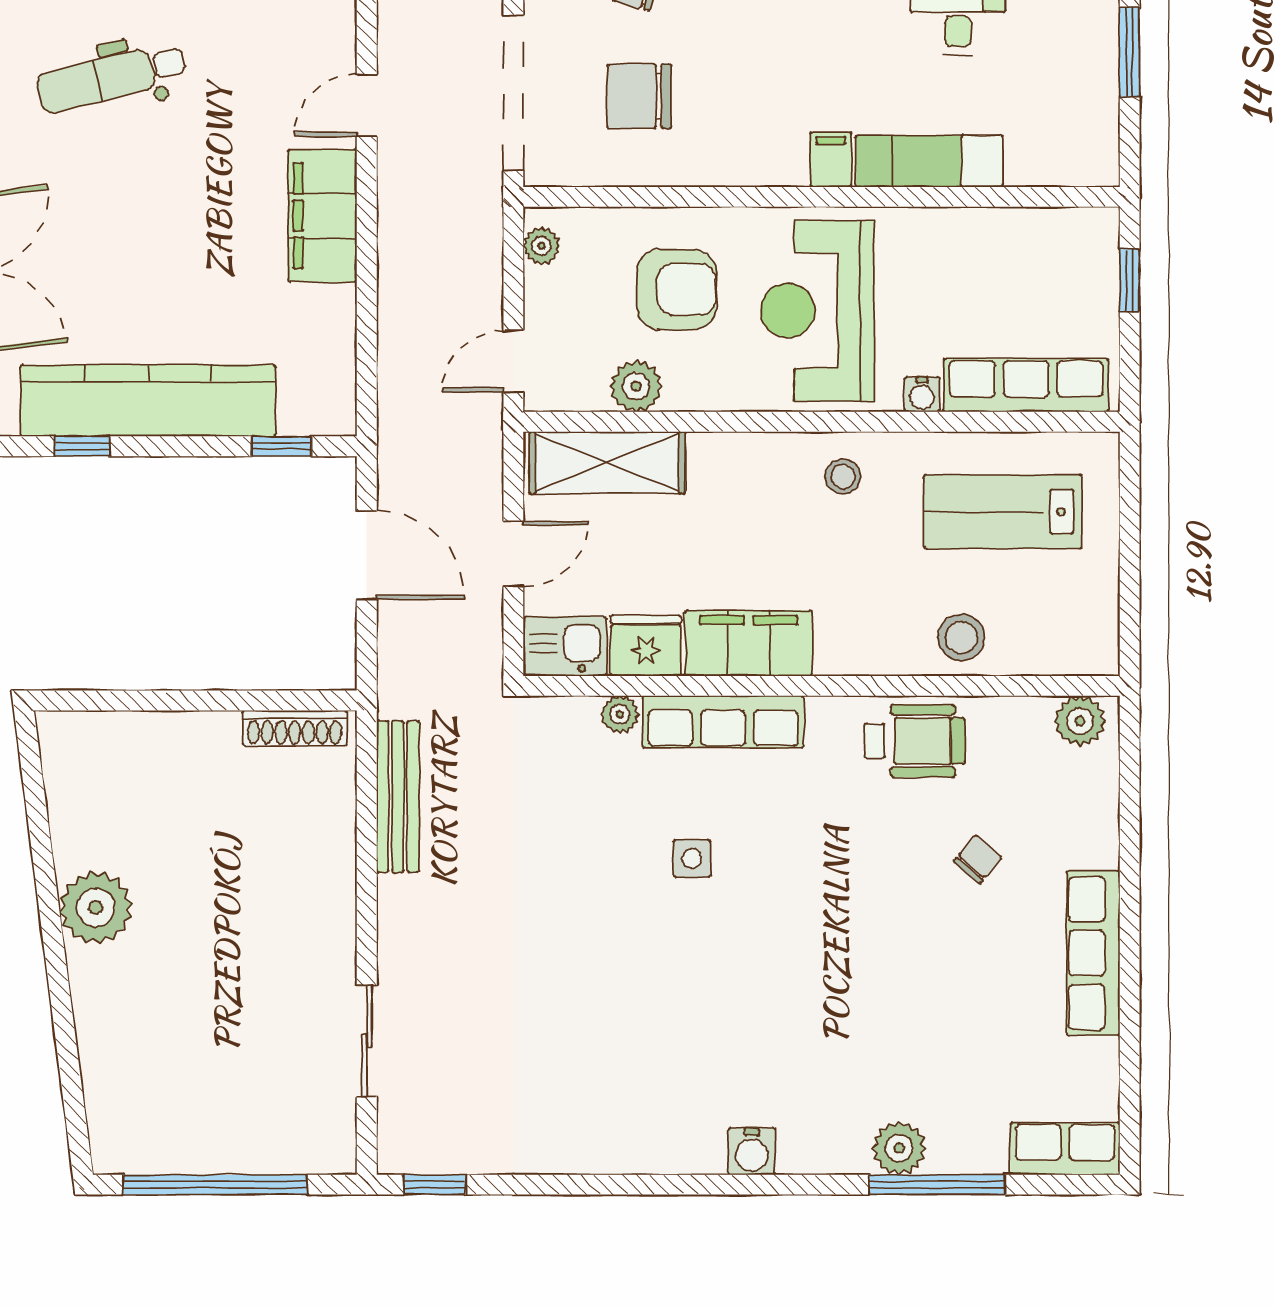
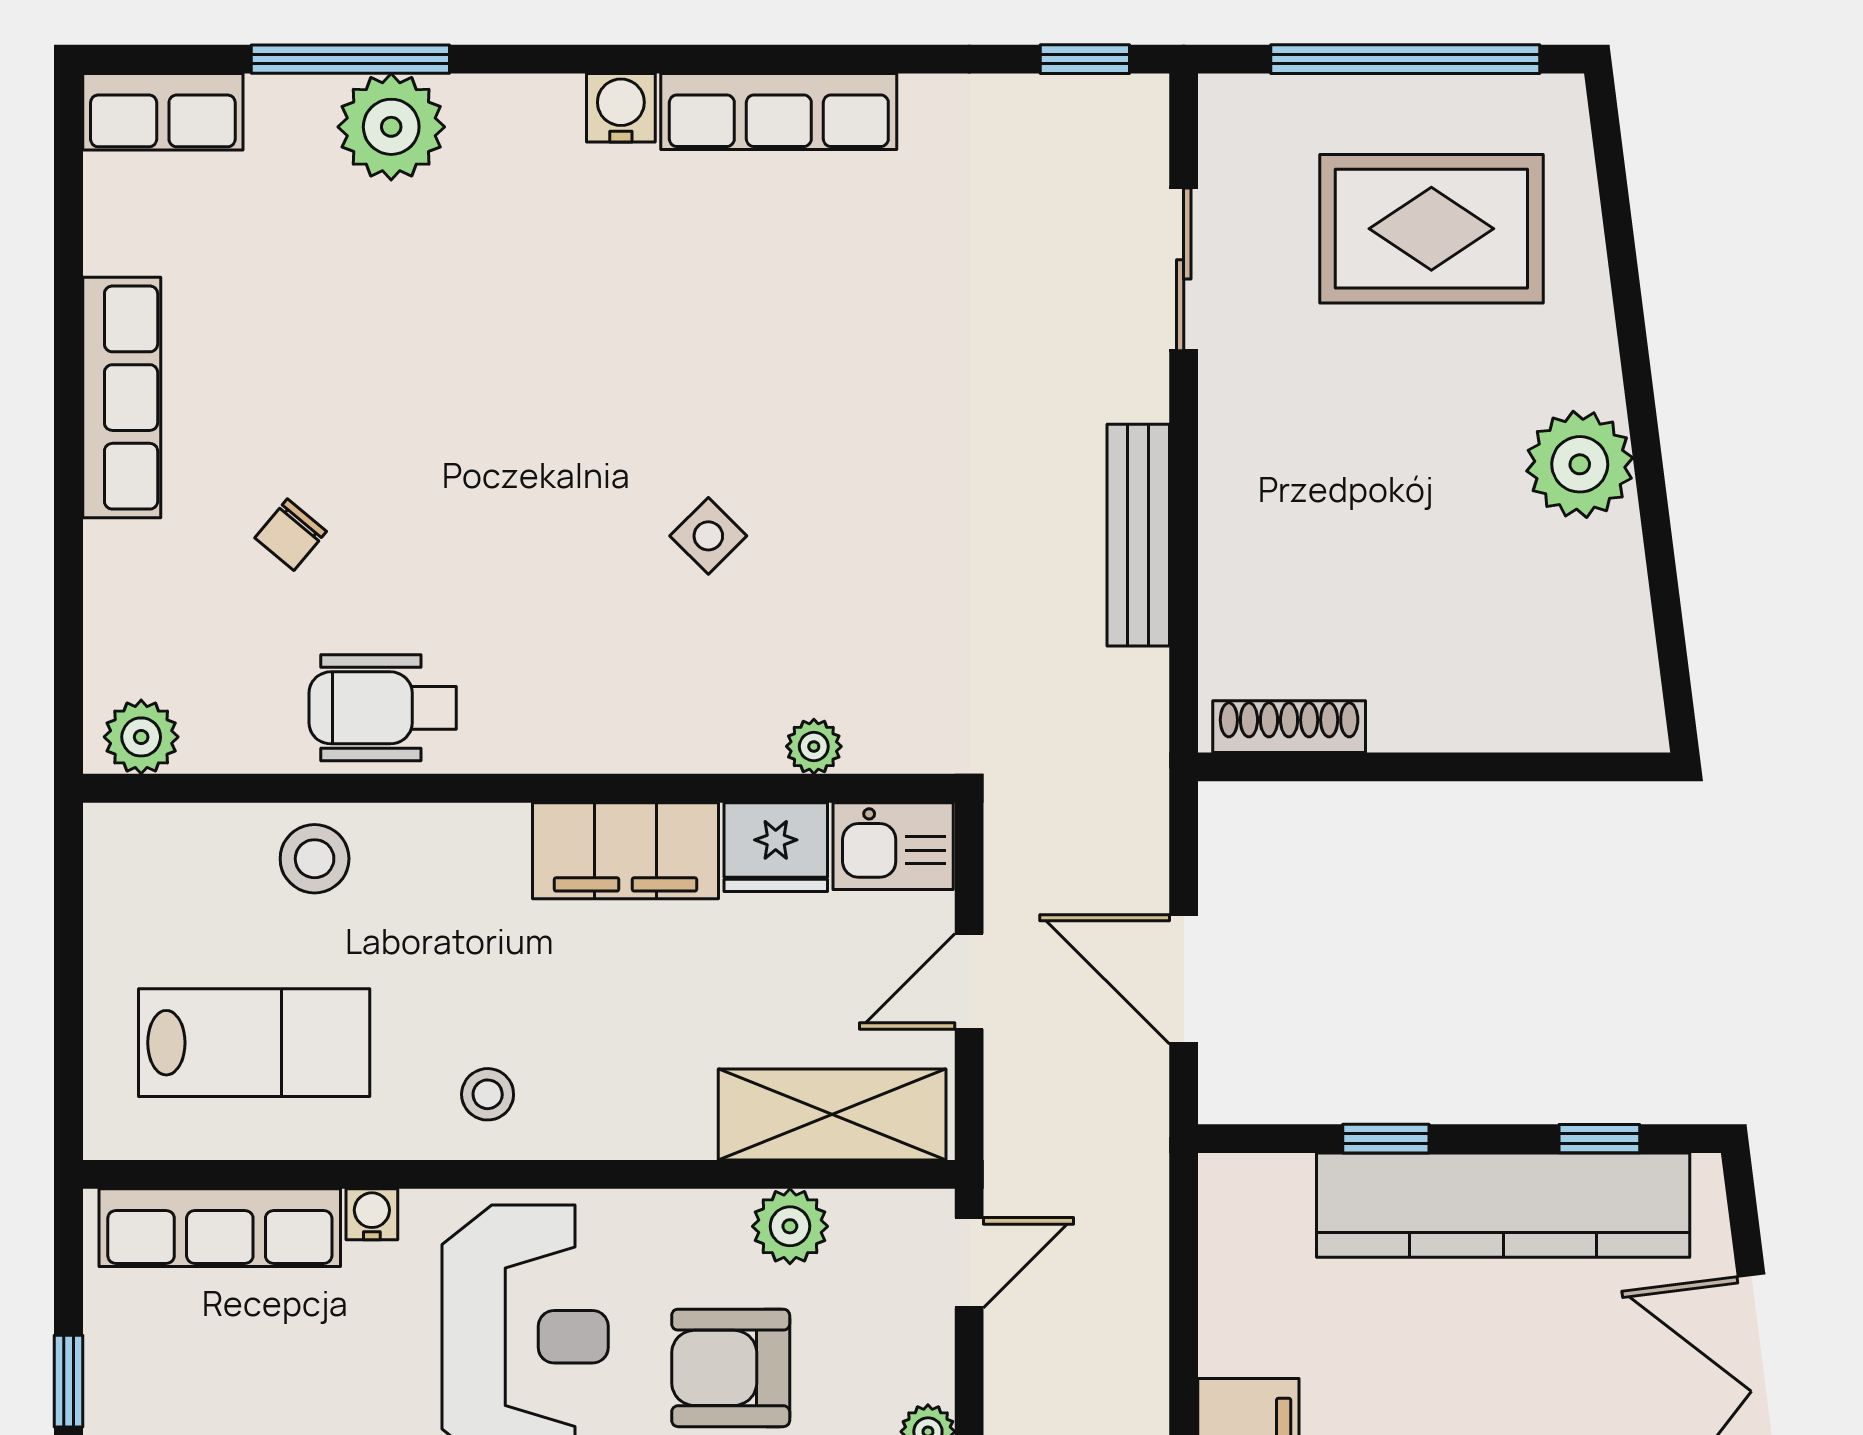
window: (282, 446) -> (1386, 1139), moved
row of seats: (723, 722) -> (779, 112), moved, turned 180
bench: (398, 796) -> (1138, 535), moved
side table: (692, 859) -> (708, 536), turned 45
rug: (197, 1069) -> (1431, 229), added
plant: (899, 1148) -> (391, 127), width x1.36, depth x1.36

